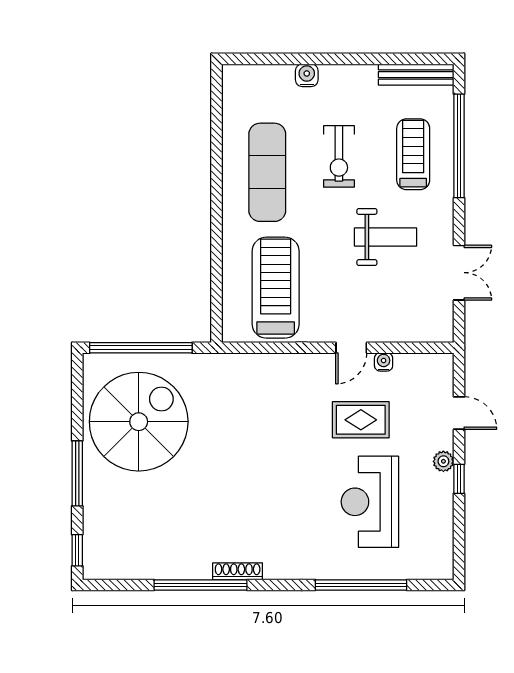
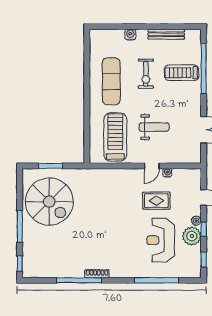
bench: (416, 75) -> (166, 34), moved
treadmill: (413, 154) -> (182, 73), turned -90
weight bench: (386, 237) -> (154, 127), moved
window: (141, 348) -> (50, 166), width x0.47
spiral stairs: (139, 422) -> (49, 202), turned 90
plant: (434, 493) -> (192, 236), added
window: (459, 542) -> (204, 260), added

